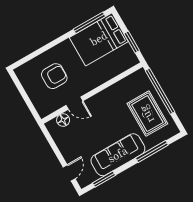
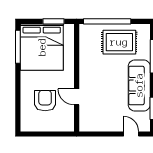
bed: (99, 39) -> (42, 47), width x1.36
door: (74, 103) -> (77, 97), swing flipped
floor lamp: (63, 120) -> (85, 114), removed

